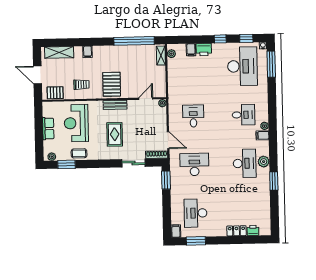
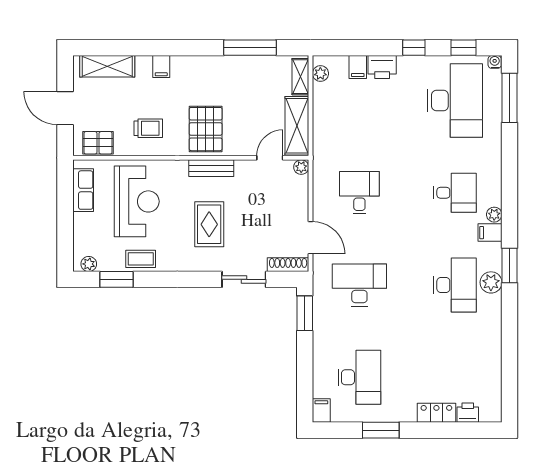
window: (134, 41) -> (250, 48), width x0.68
shelving: (160, 81) -> (297, 126), added
reception desk: (76, 123) -> (137, 201), turned 180
row of seats: (48, 129) -> (83, 190), moved
window: (274, 181) -> (510, 265), moved
desk: (196, 213) -> (359, 377), turned 180
window: (196, 241) -> (381, 430), moved

